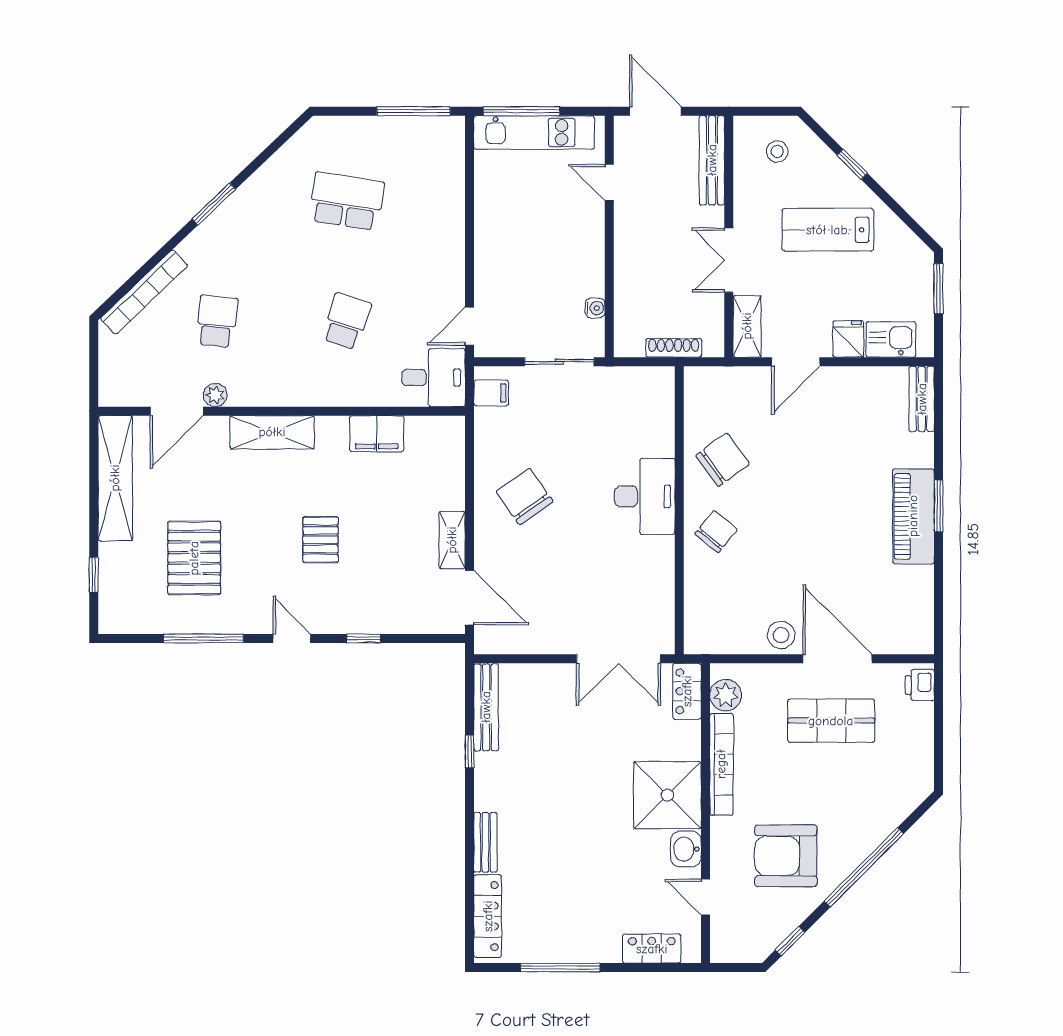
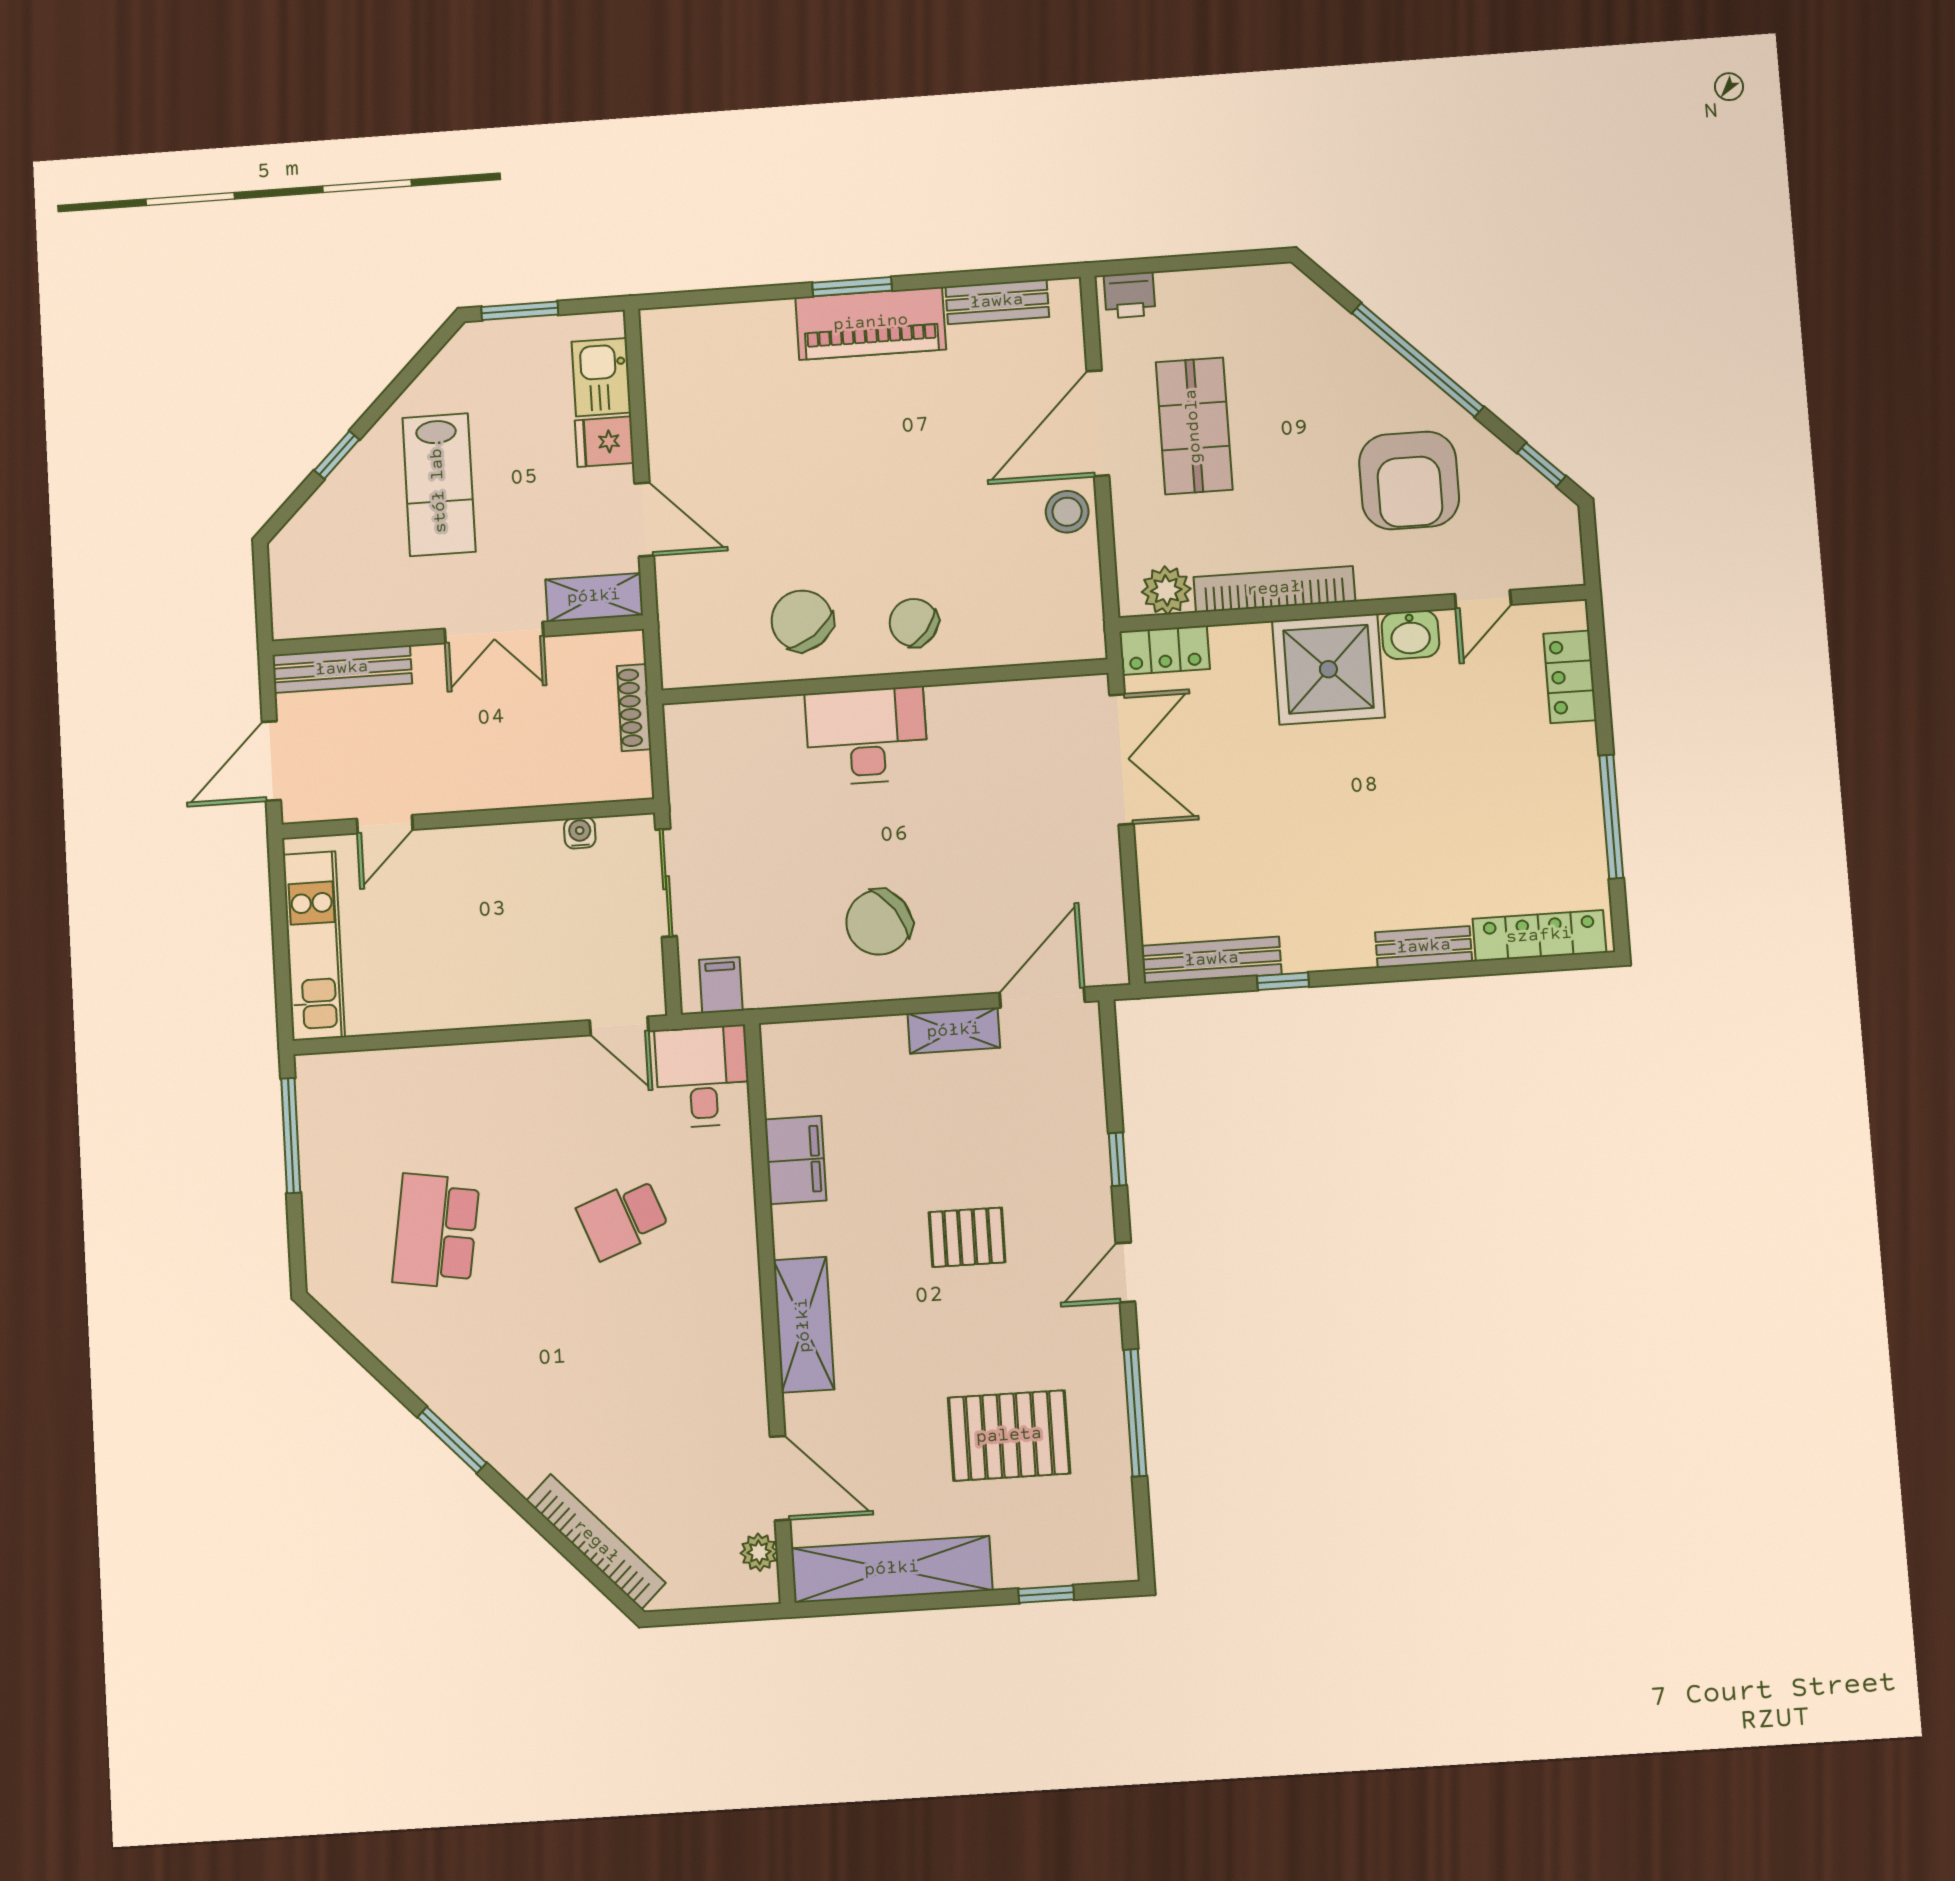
window: (522, 111) -> (282, 967), removed
stool: (777, 152) -> (323, 570), removed
school desk: (217, 321) -> (635, 1423), removed
school desk: (346, 321) -> (623, 1219), turned -39
plant: (215, 395) -> (759, 1552), moved
bench: (922, 399) -> (997, 302), moved

